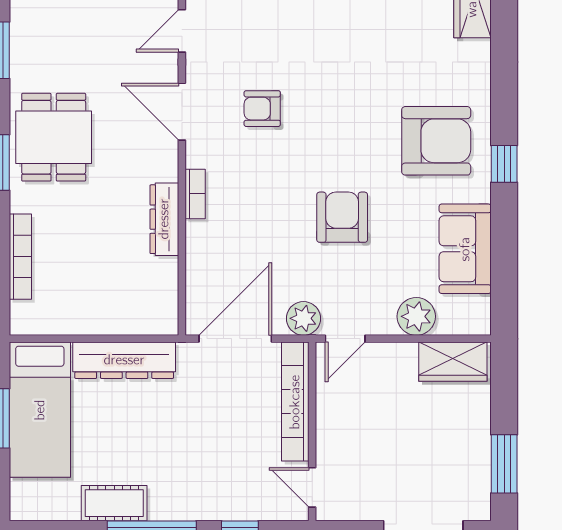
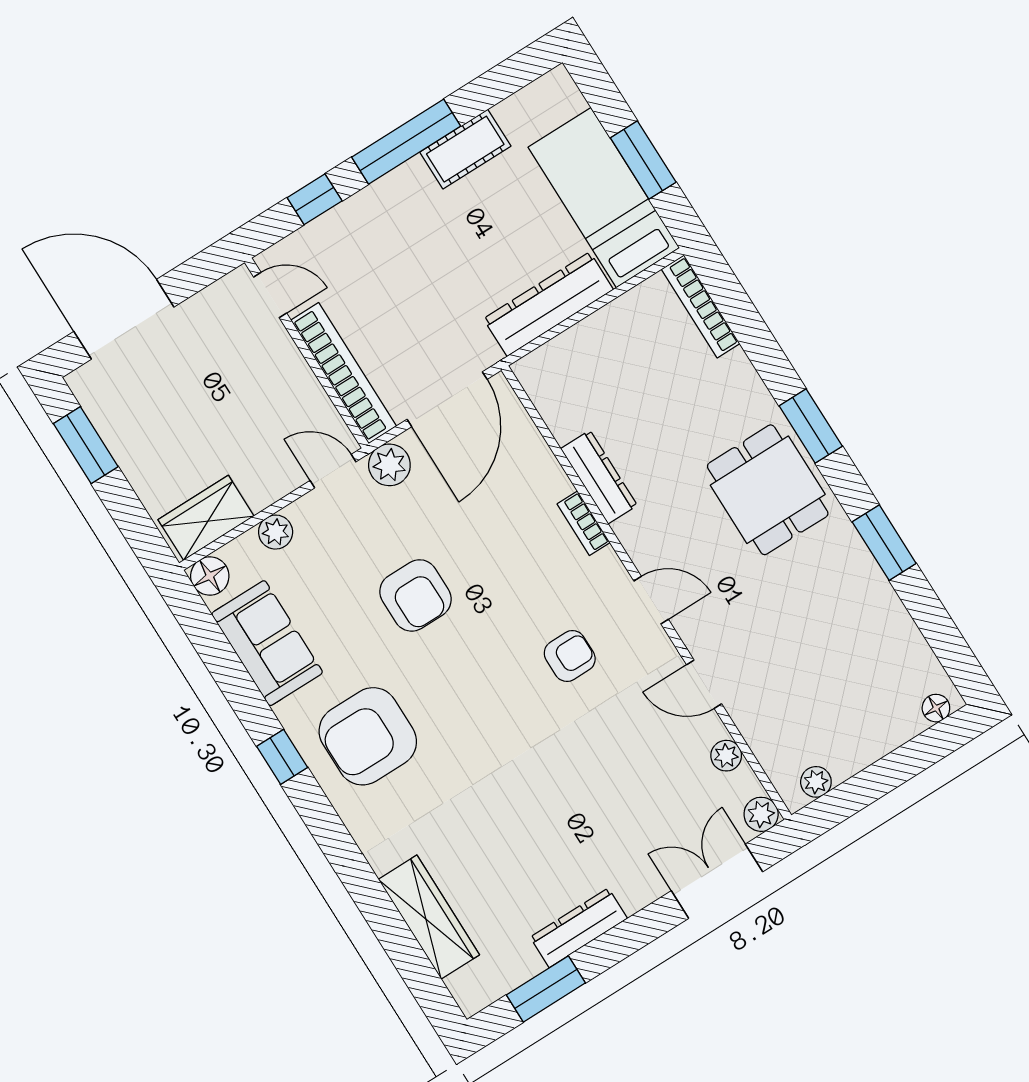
door: (182, 31) -> (704, 684), swing flipped
door: (182, 112) -> (651, 600), width x0.73
bookcase: (20, 257) -> (701, 306), moved
plant: (416, 316) -> (276, 532), width x0.73, depth x0.73
floor lamp: (475, 320) -> (210, 576), added
door: (345, 339) -> (333, 471), hinge flipped

